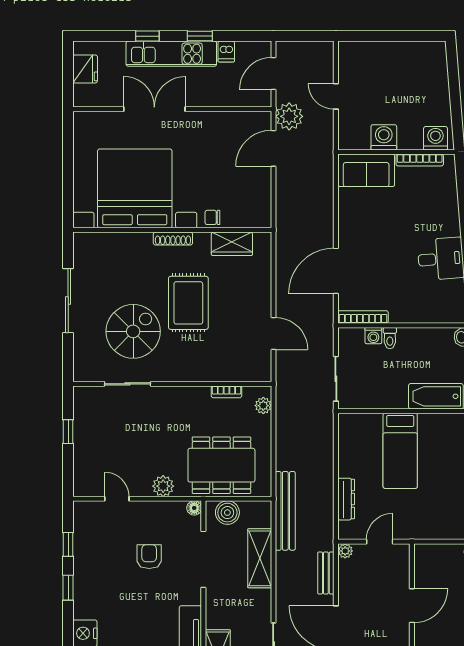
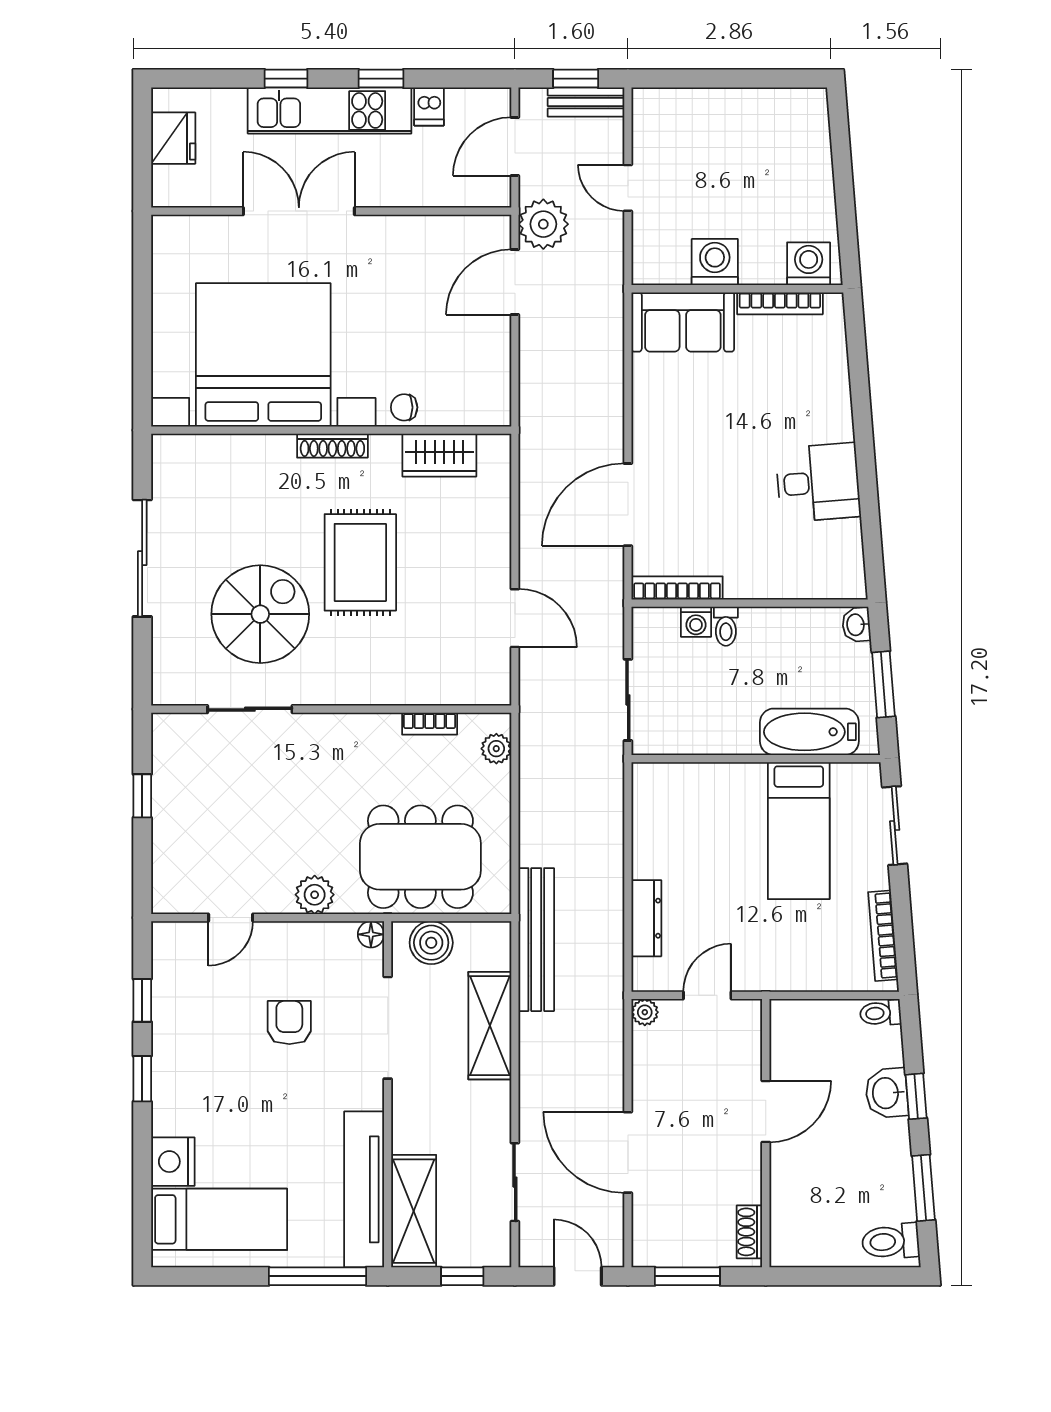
window: (307, 36) -> (576, 79), added
bed: (400, 451) -> (799, 831), moved
door: (117, 499) -> (231, 918), swing flipped
bench: (326, 573) -> (586, 102), moved, turned 90

